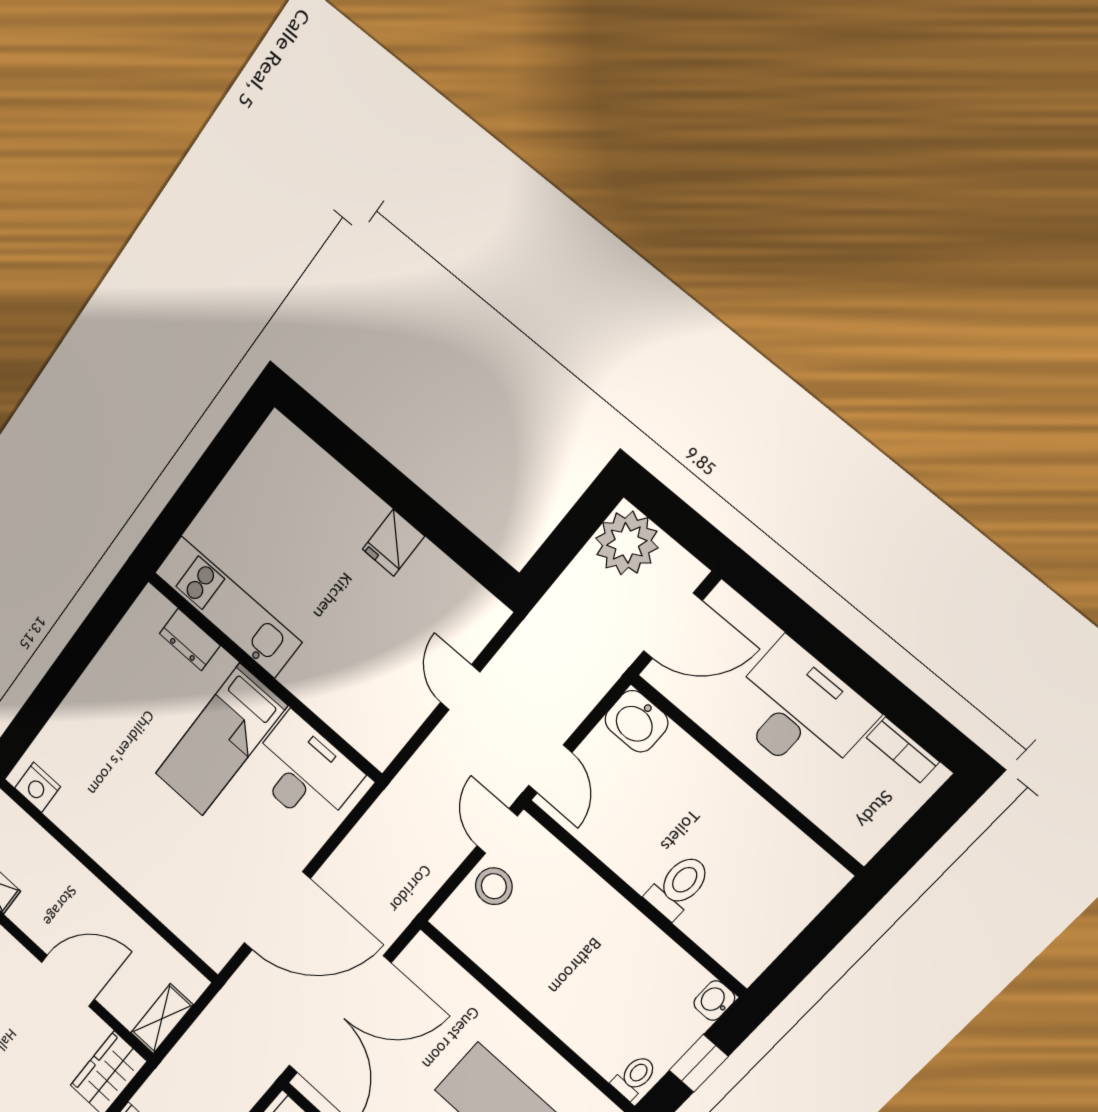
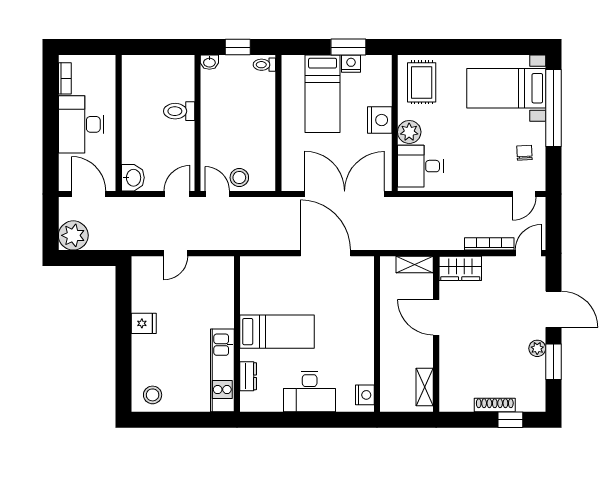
stool: (274, 464) -> (153, 395), added
desk: (304, 772) -> (310, 392), moved, turned -90
door: (497, 831) -> (217, 194), swing flipped

